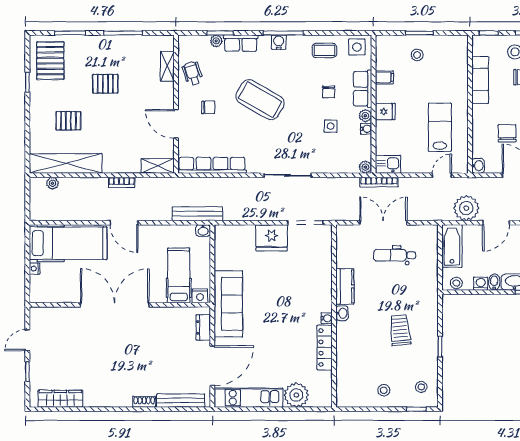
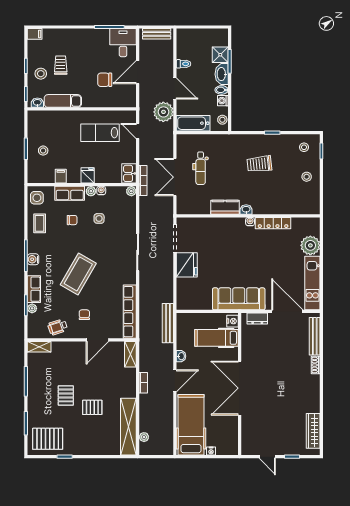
shelving: (167, 66) -> (39, 347), moved
pallet: (68, 121) -> (92, 407), moved, turned 90
washbasin: (478, 166) -> (37, 103), moved
washbasin: (203, 230) -> (181, 356), moved

